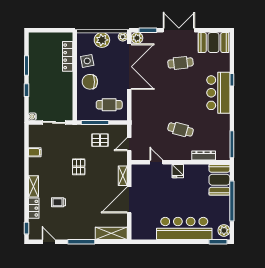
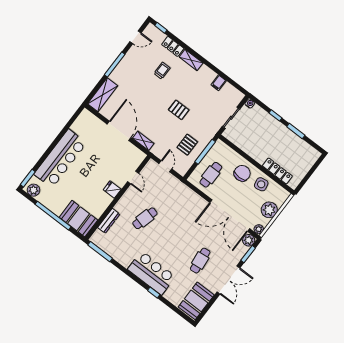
door: (156, 162) -> (133, 177), hinge flipped

